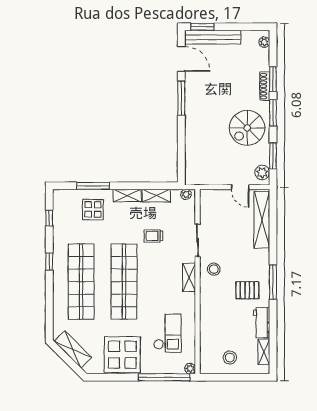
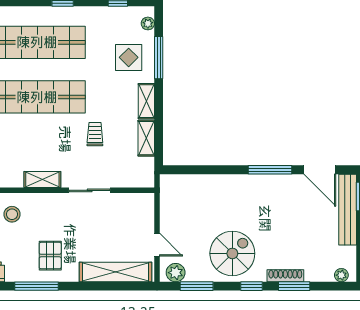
door: (181, 59) -> (320, 170), hinge flipped
window: (273, 113) -> (251, 286), width x0.67
spiral stairs: (247, 128) -> (232, 253), turned 90
door: (240, 187) -> (157, 245), swing flipped
plant: (186, 194) -> (148, 23), moved
stool: (214, 269) -> (12, 214), moved
pallet: (247, 290) -> (50, 256), moved

